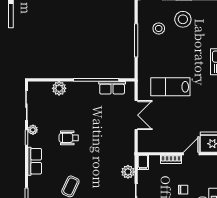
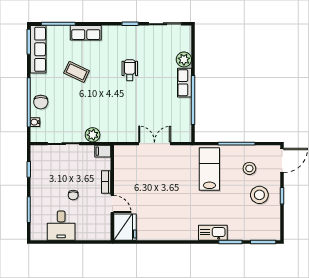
lab bench: (170, 87) -> (209, 169), moved
row of seats: (112, 88) -> (185, 83), moved
double door: (136, 115) -> (155, 144), swing flipped
plant: (33, 130) -> (139, 31), removed
row of seats: (35, 161) -> (86, 33), moved

